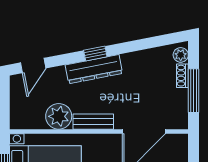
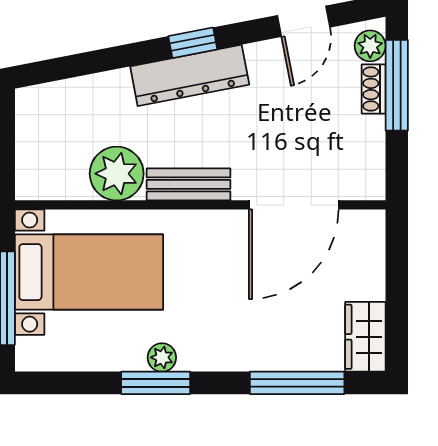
door: (33, 65) -> (304, 21), moved
window: (193, 91) -> (397, 85), moved

